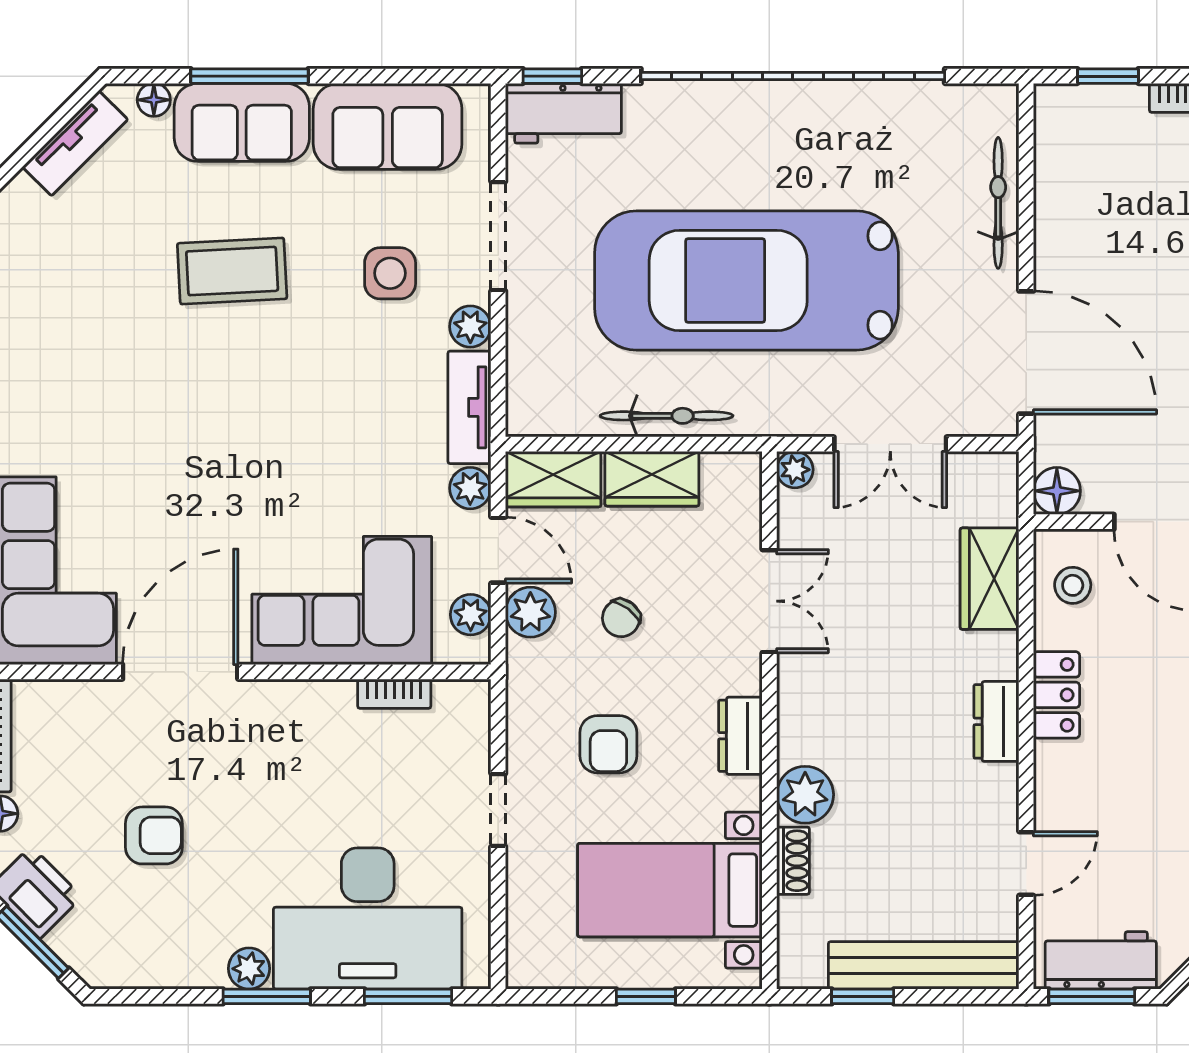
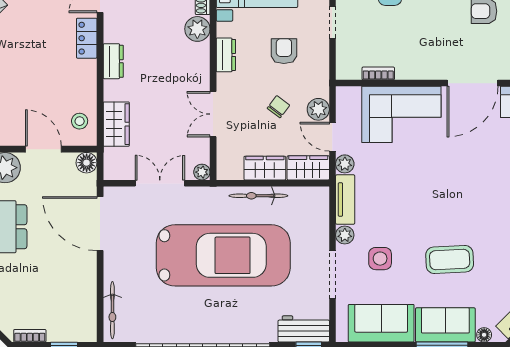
bicycle: (998, 203) -> (112, 310), moved
plant: (471, 615) -> (345, 108), removed
locker: (1056, 695) -> (87, 38), moved

